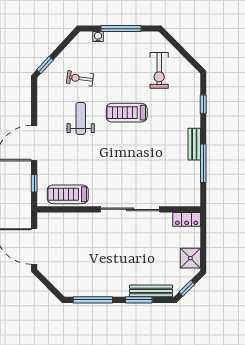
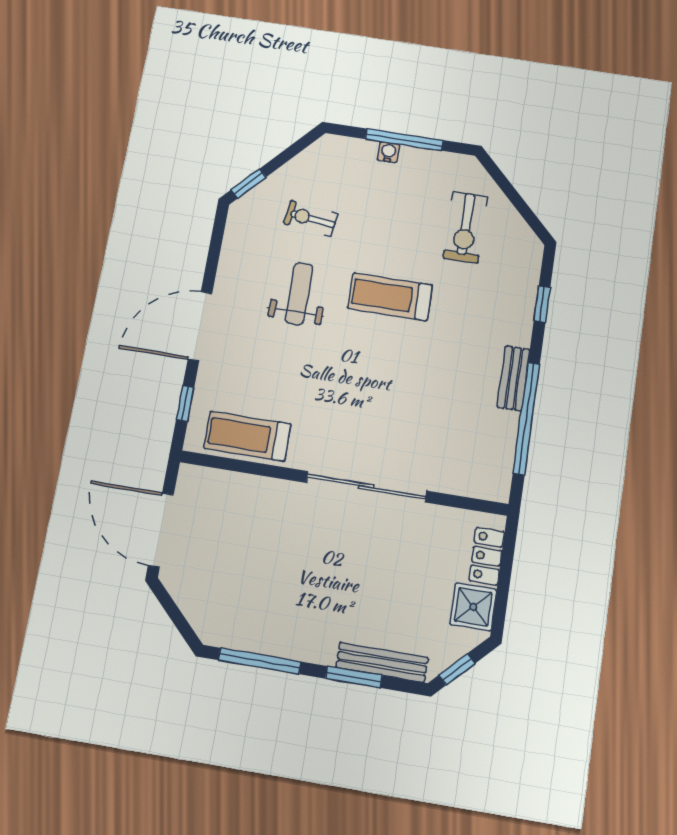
water cooler: (98, 37) -> (388, 152), moved
window: (203, 163) -> (526, 418), width x1.46
locker: (187, 219) -> (487, 556), moved, turned 90

